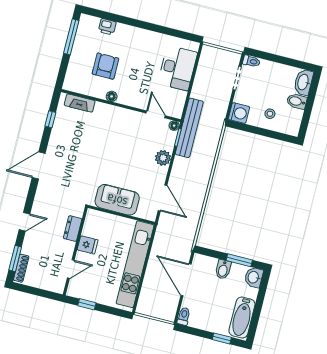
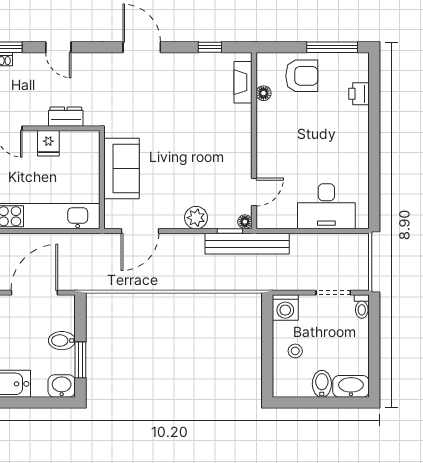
armchair: (105, 66) -> (302, 76), moved
floor lamp: (112, 96) -> (263, 93), moved

